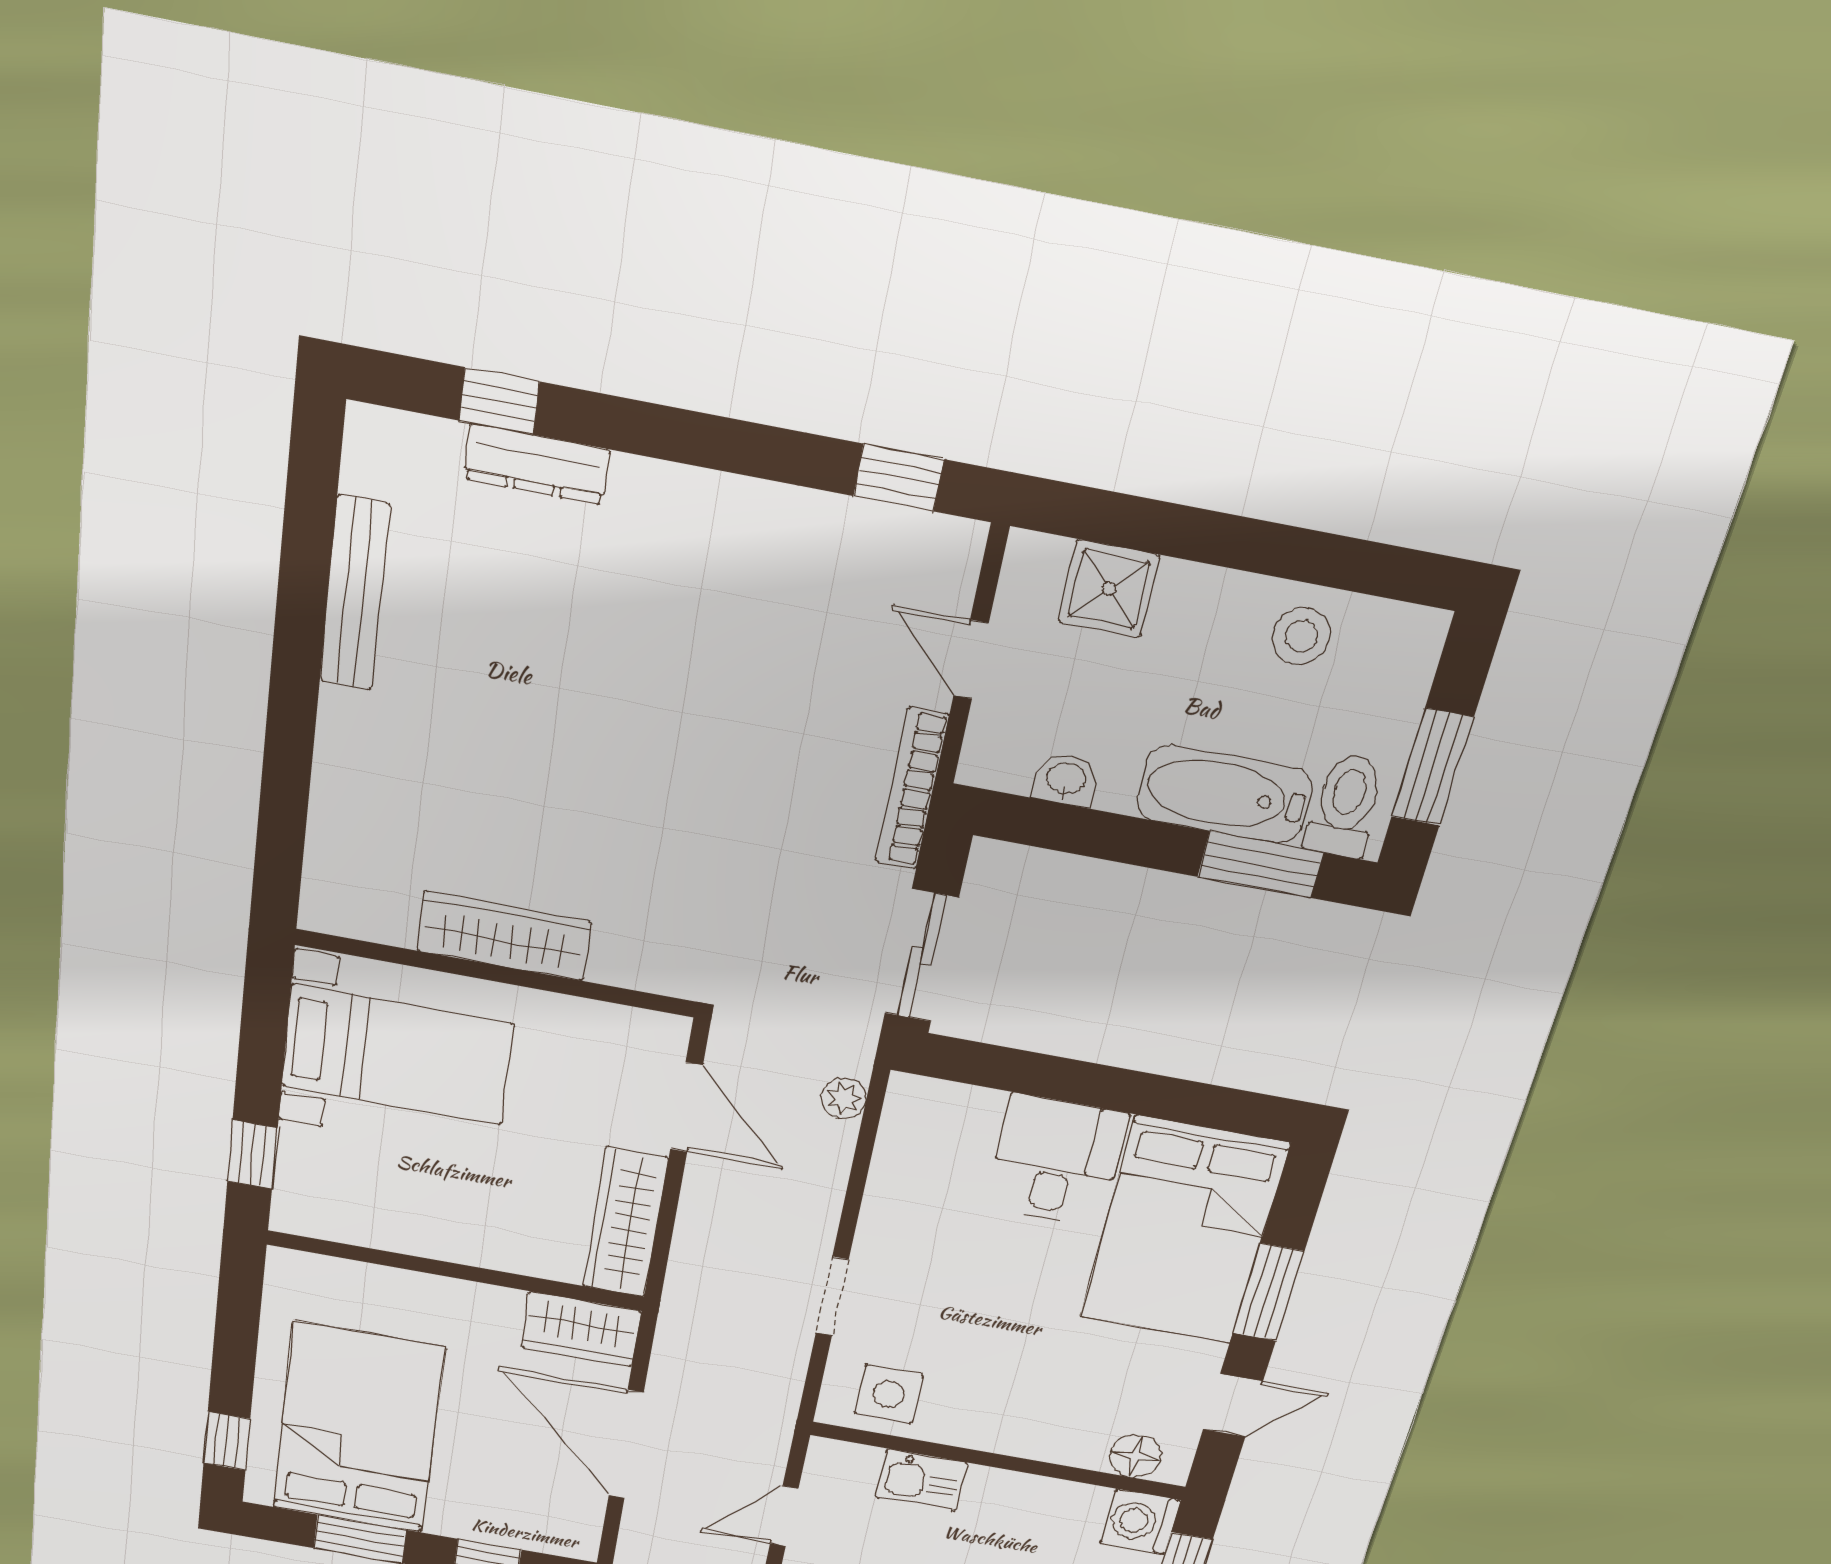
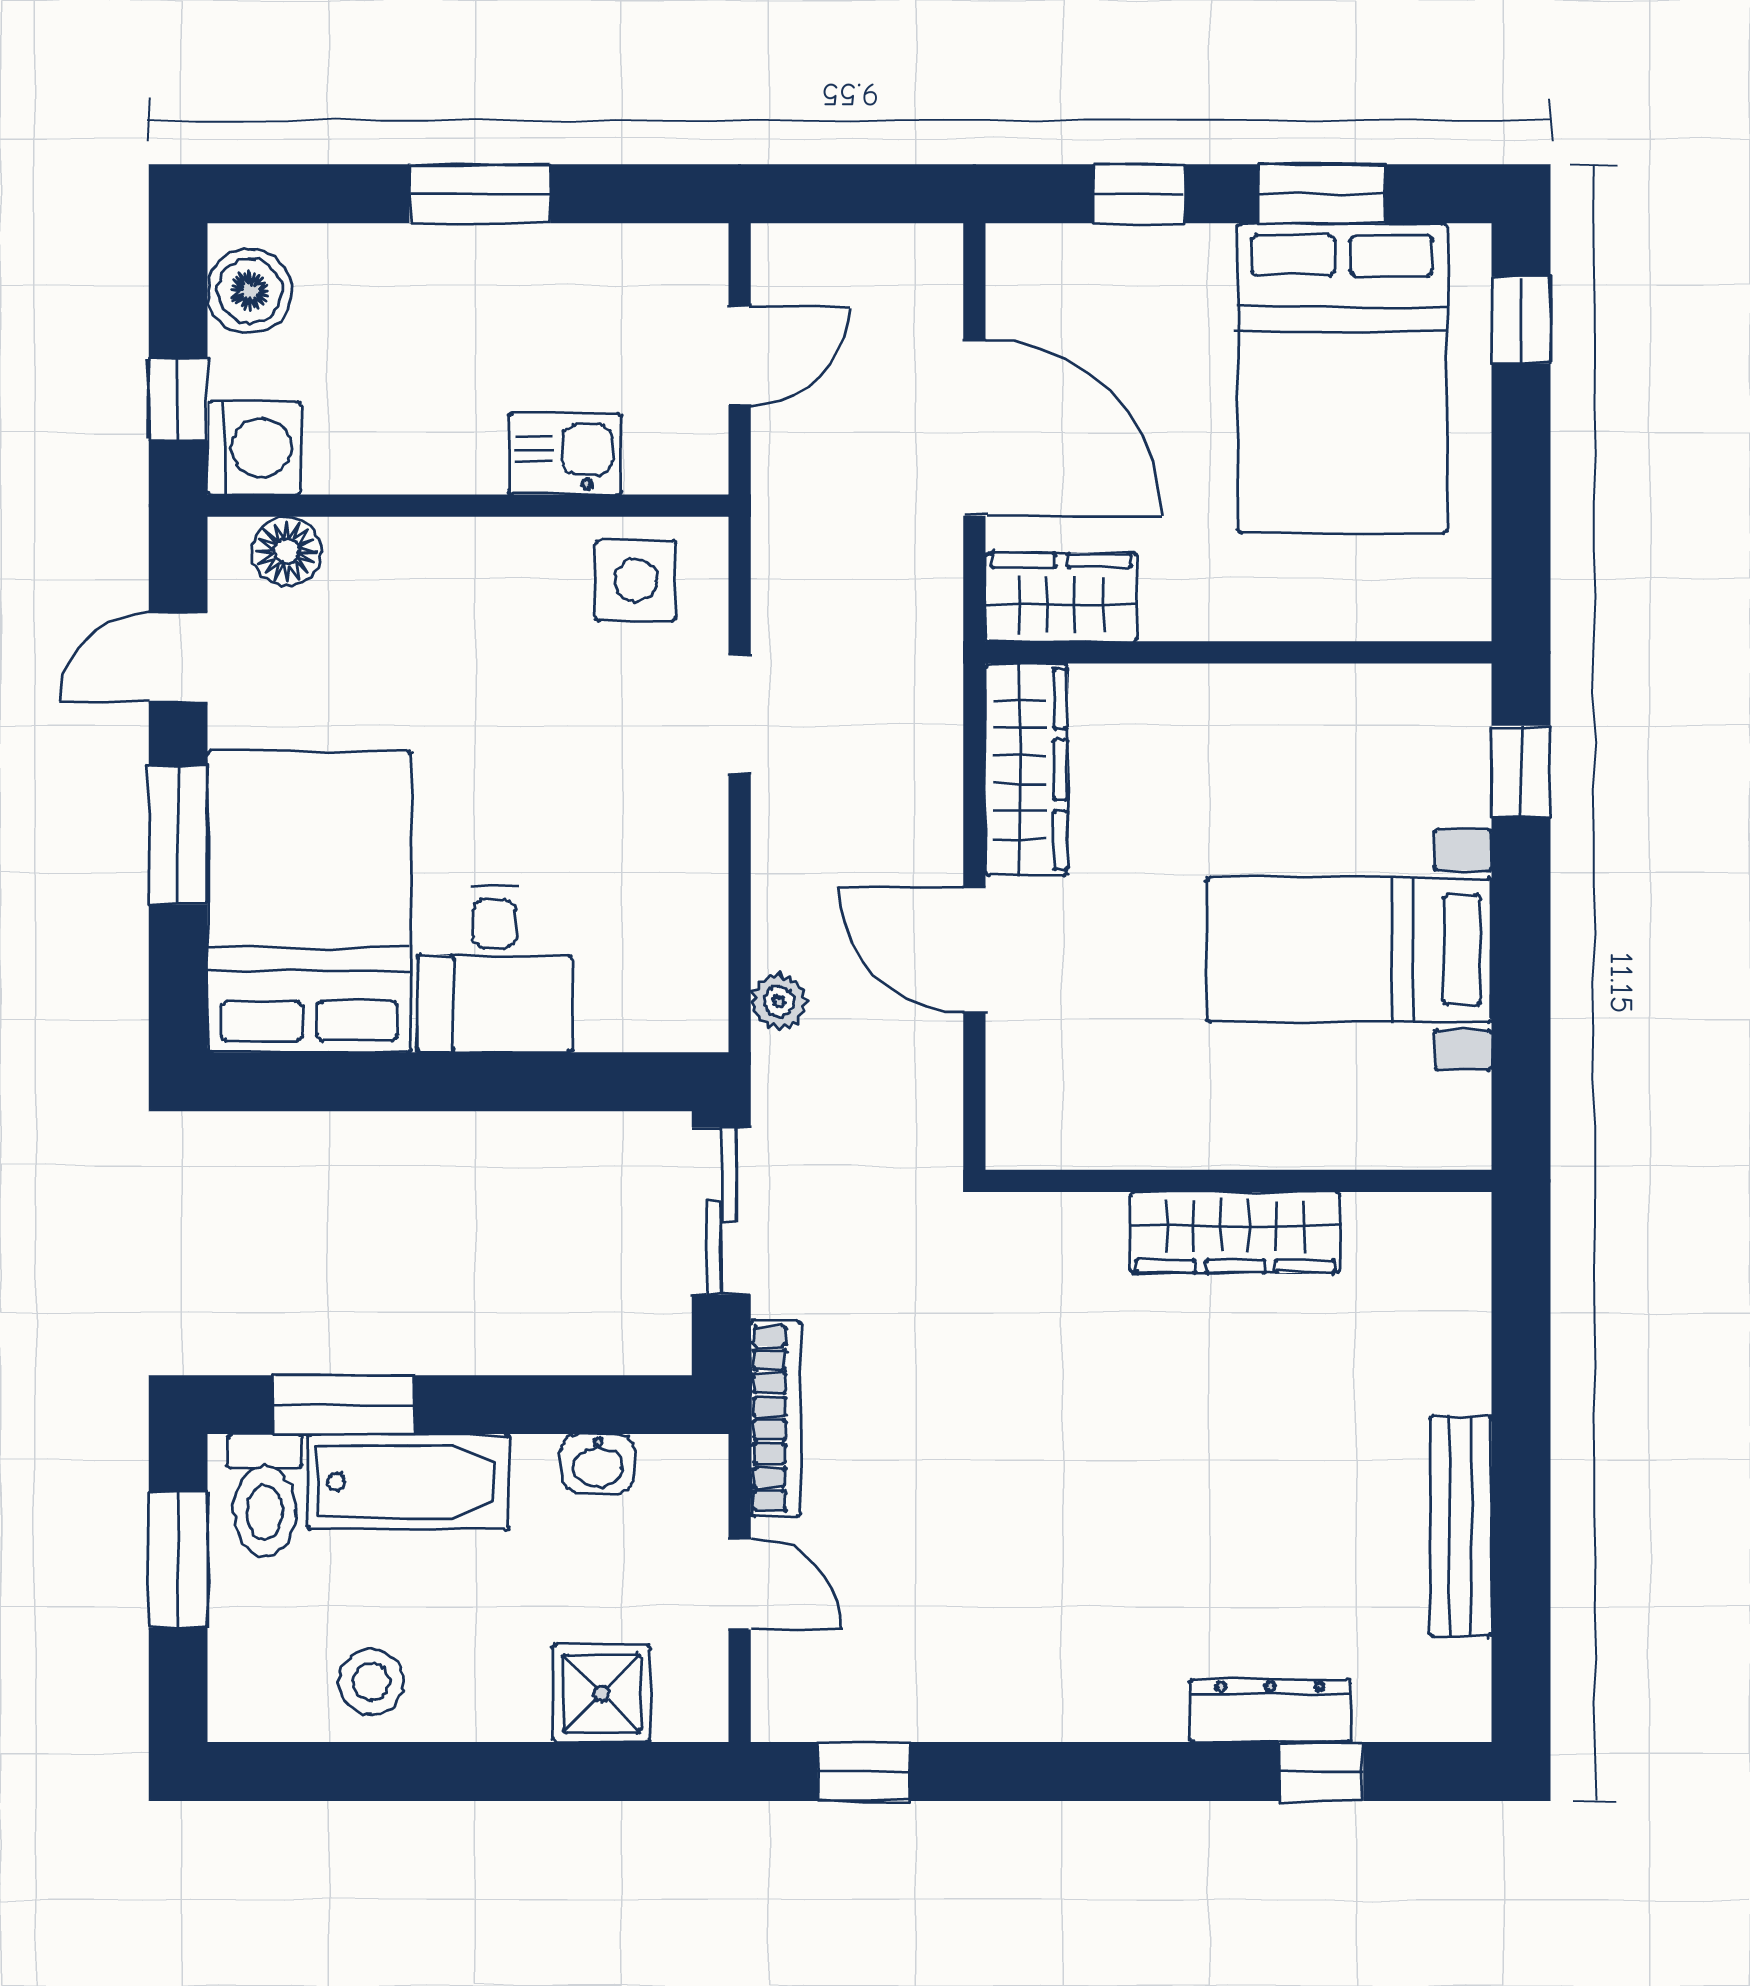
wardrobe: (504, 936) -> (1235, 1232), moved
wall: (496, 973) -> (1239, 1181), moved

